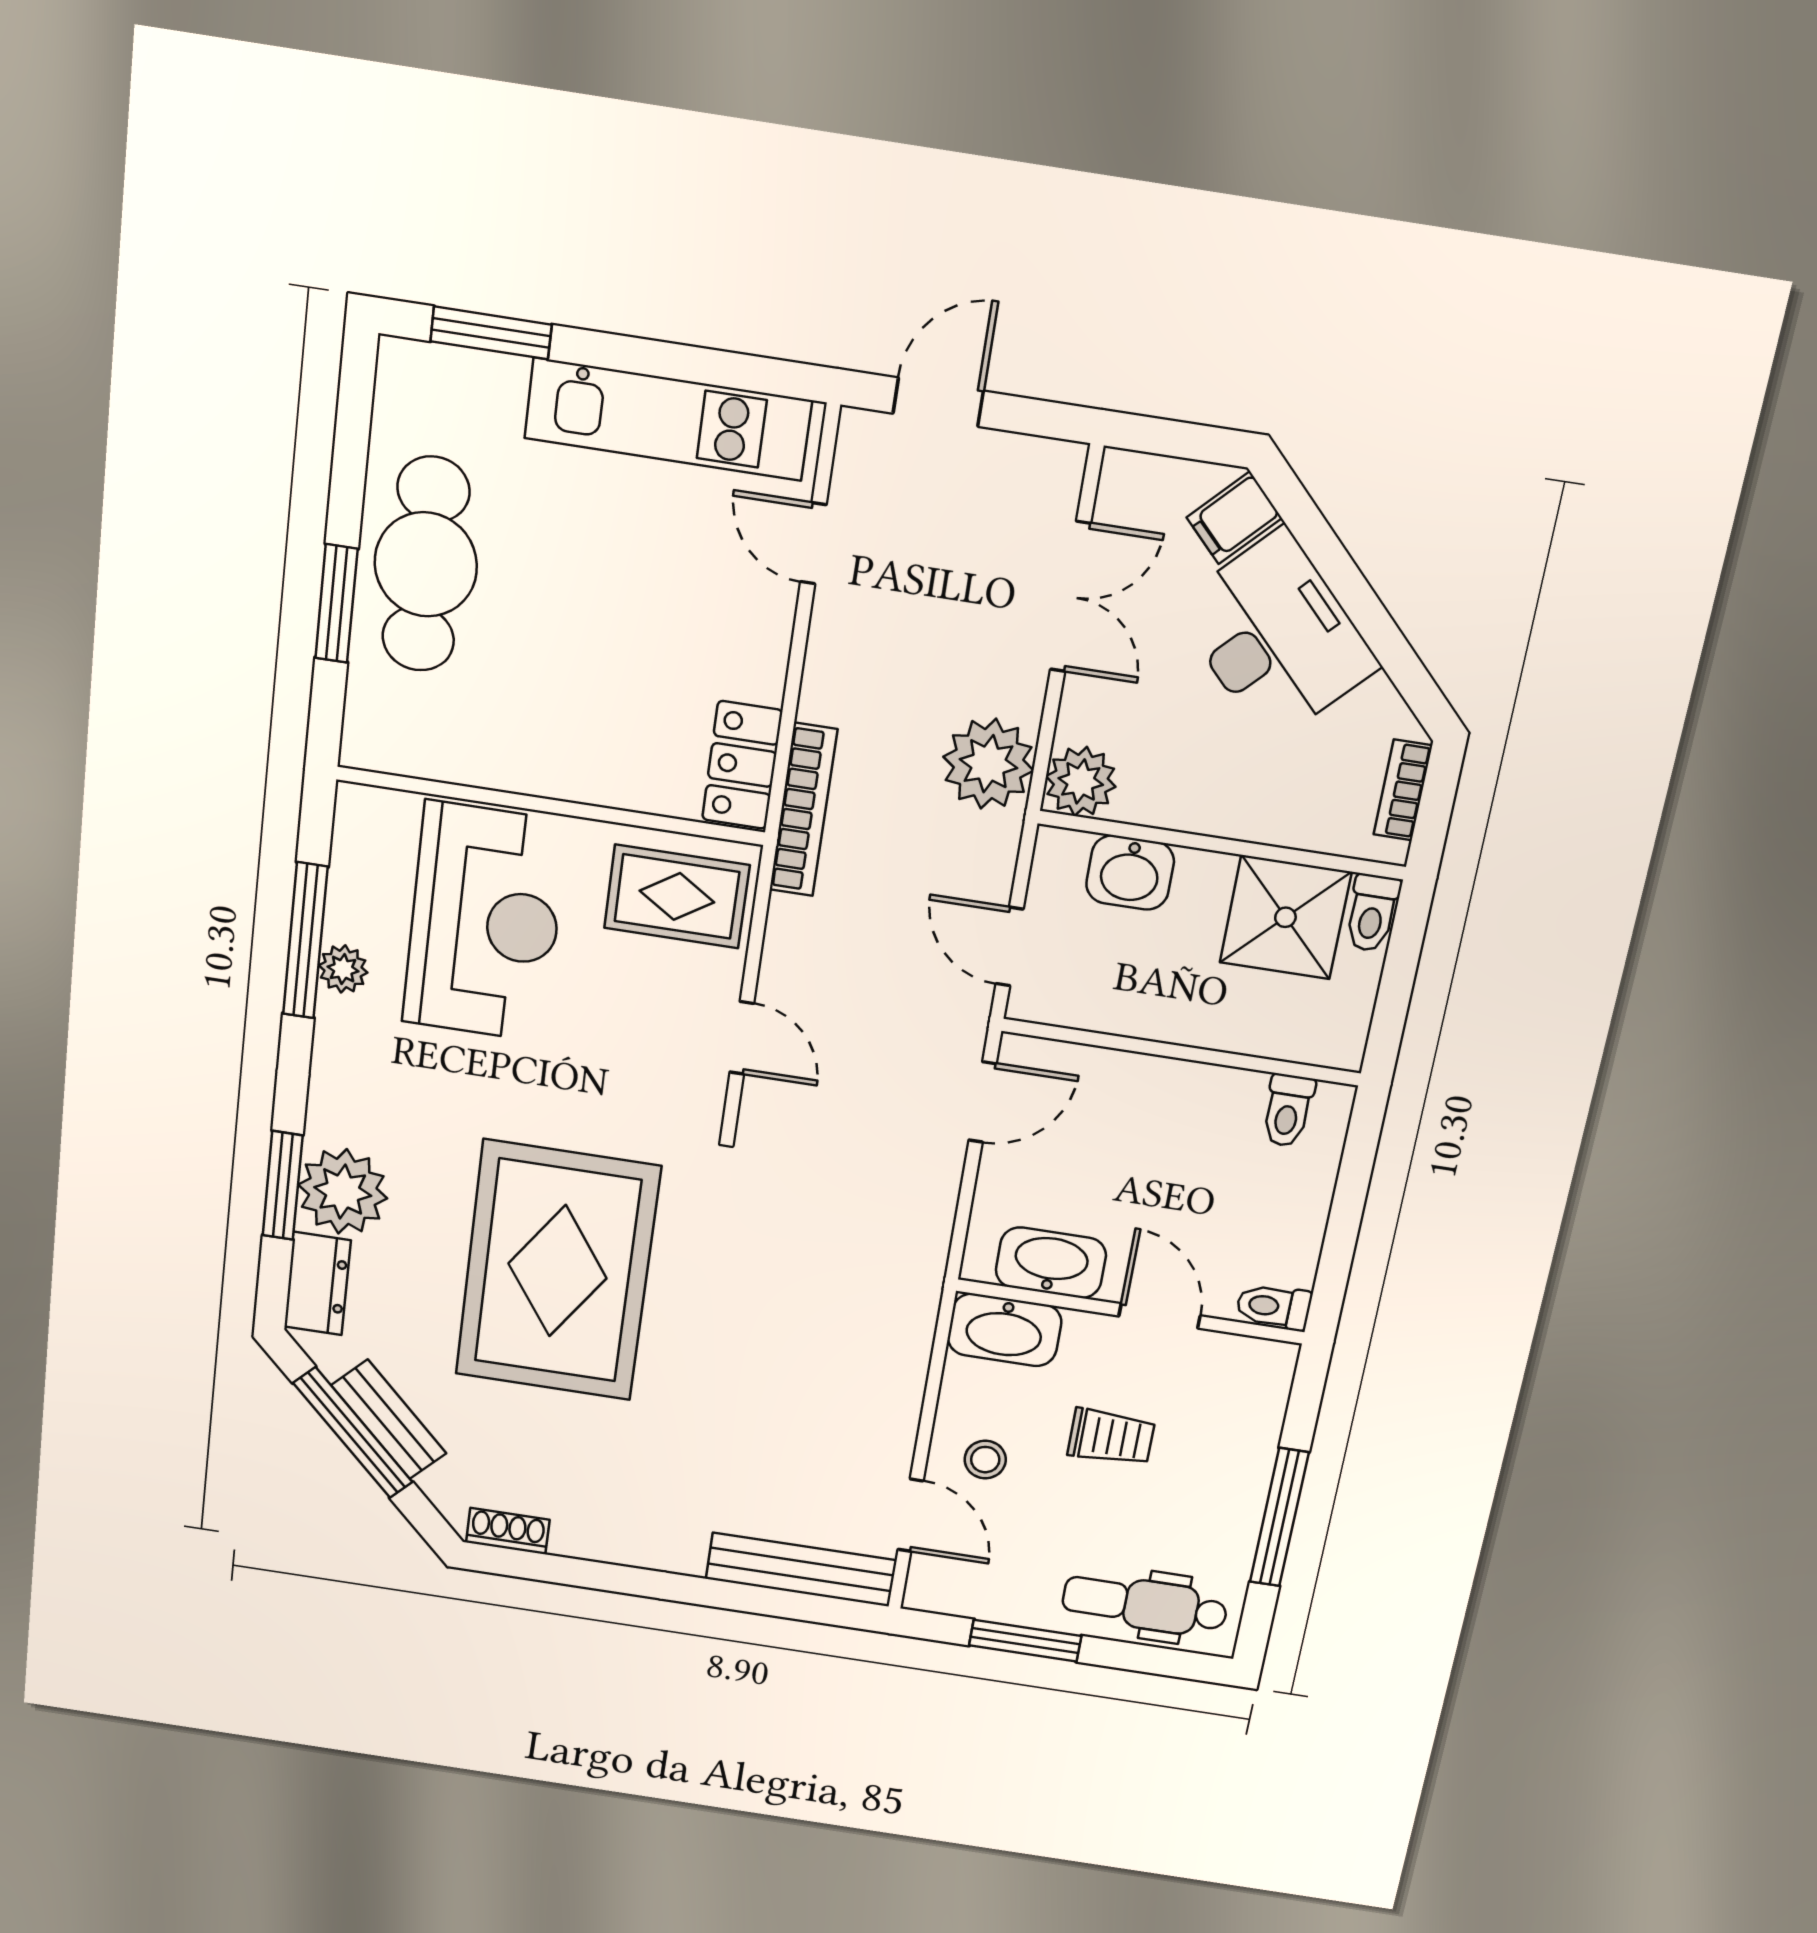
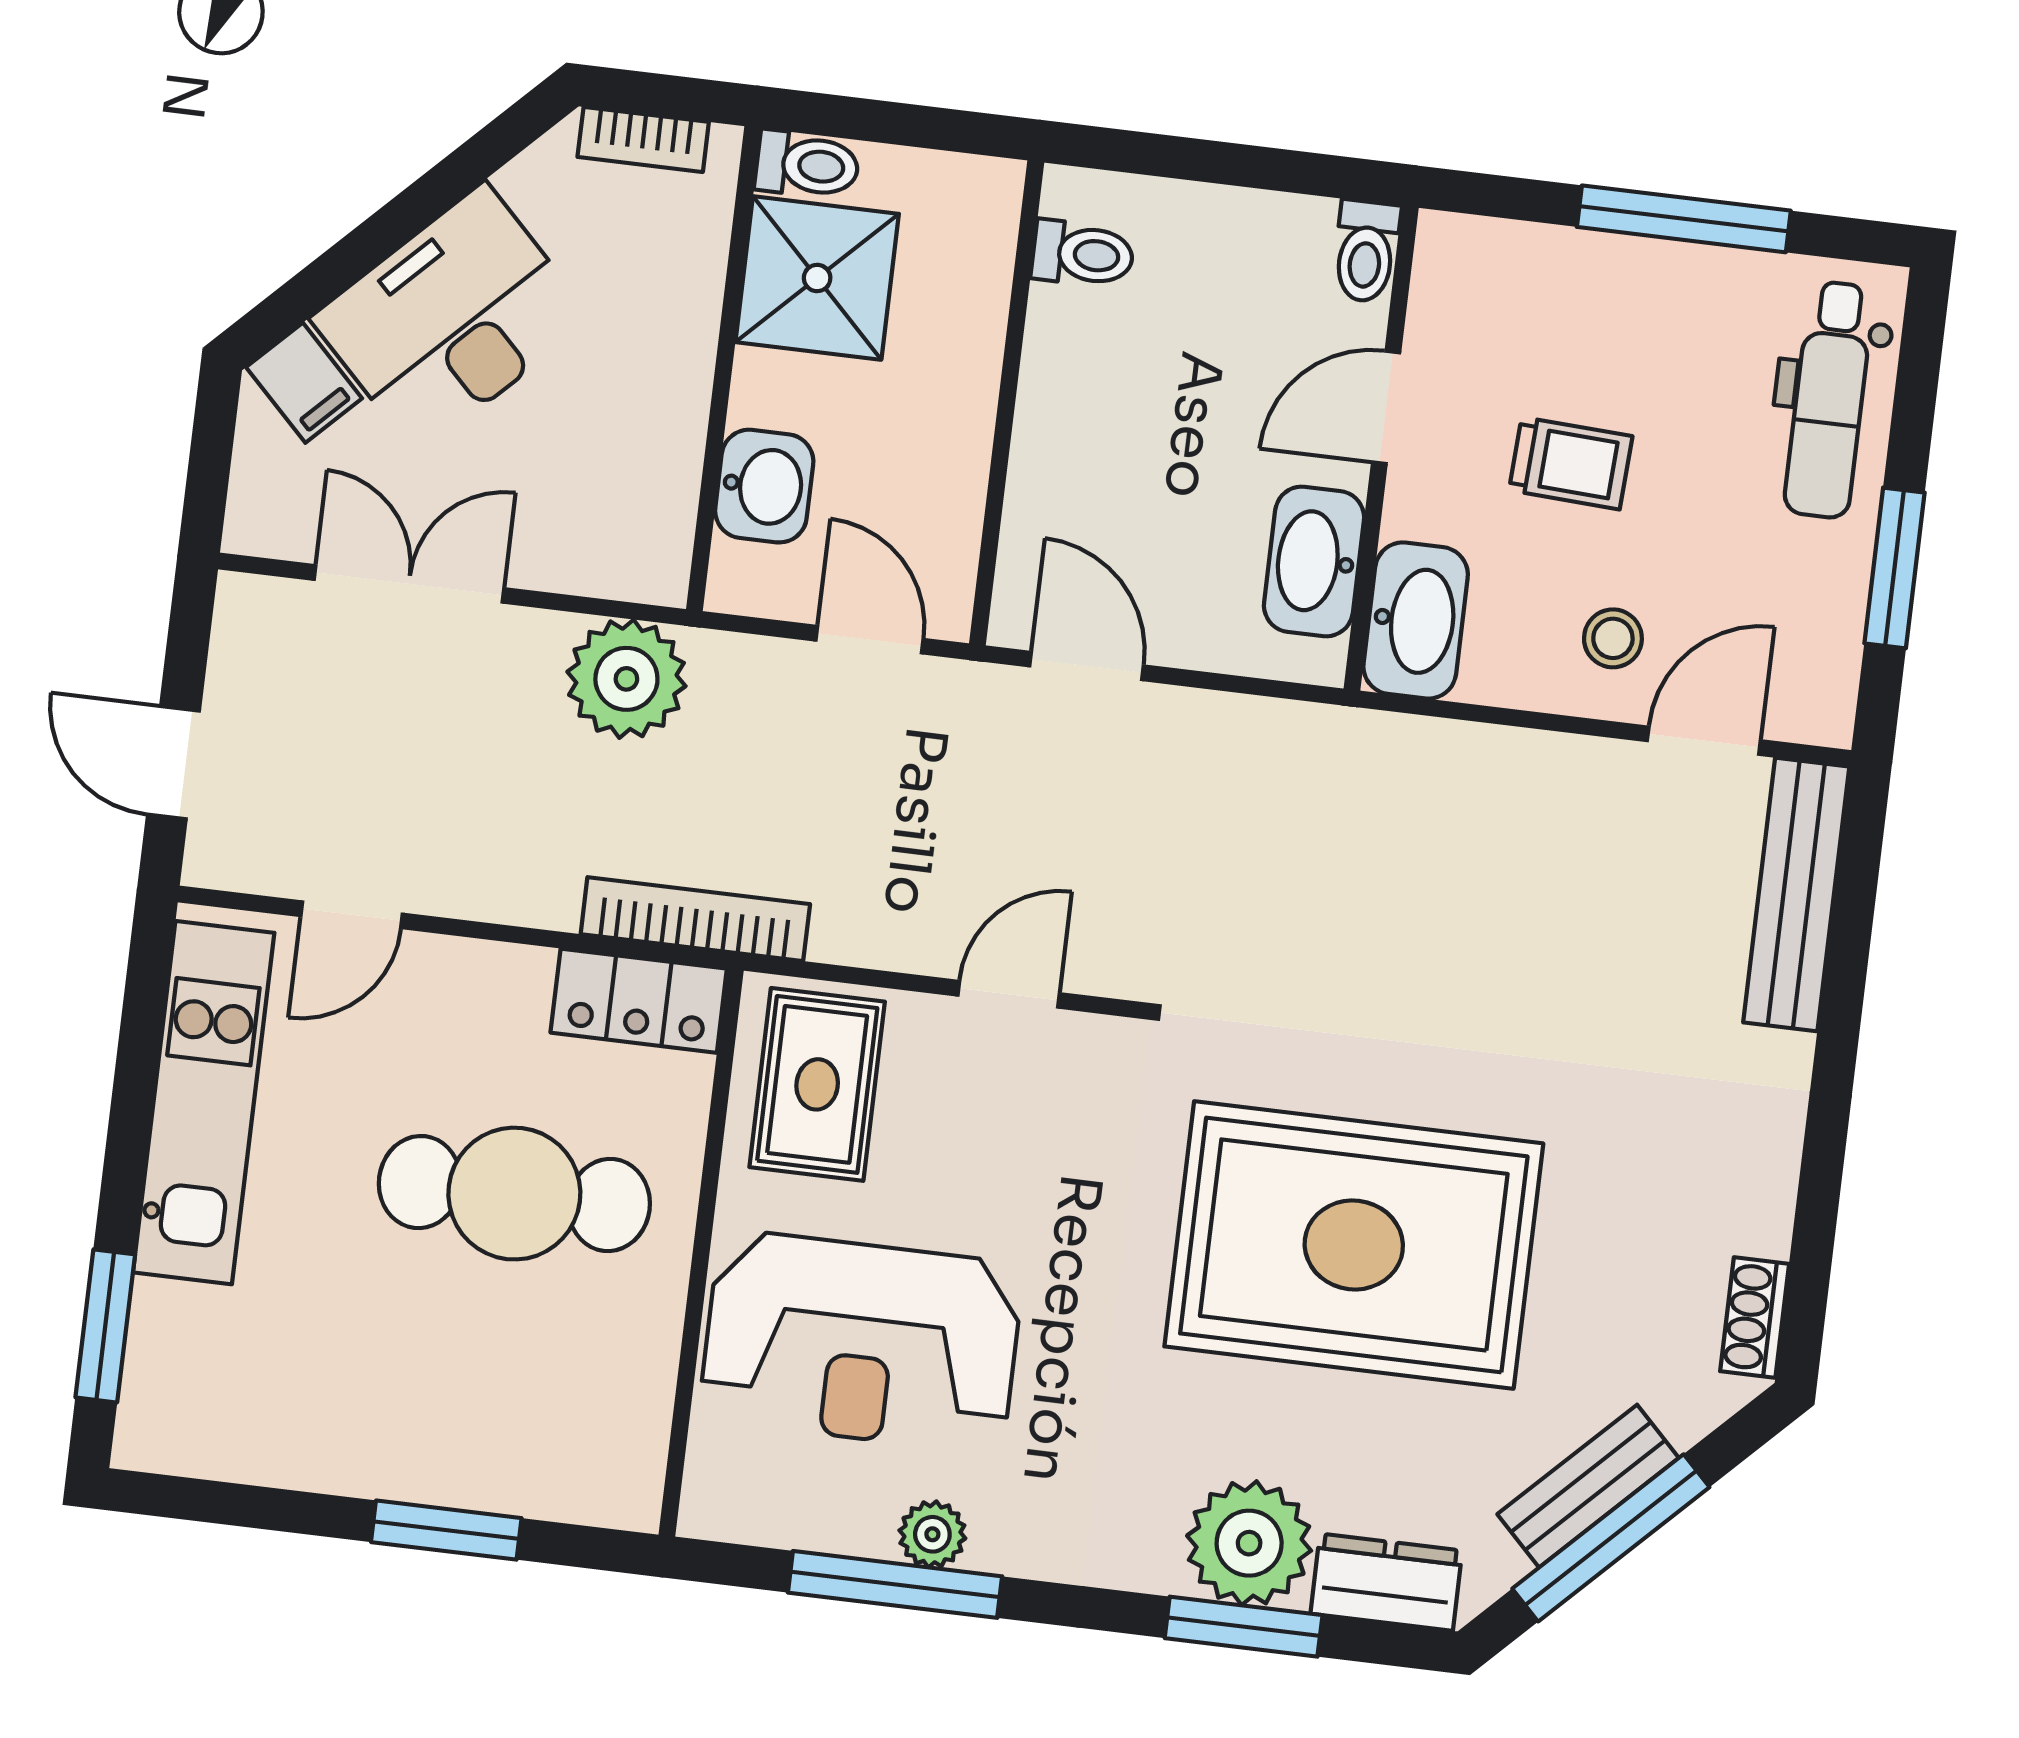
cafe table: (426, 564) -> (514, 1194), moved
plant: (1081, 781) -> (646, 558), removed
reception desk: (485, 922) -> (861, 1342), turned 180
door: (1010, 947) -> (870, 640), swing flipped
trolley: (1111, 1437) -> (1571, 463), turned 93

